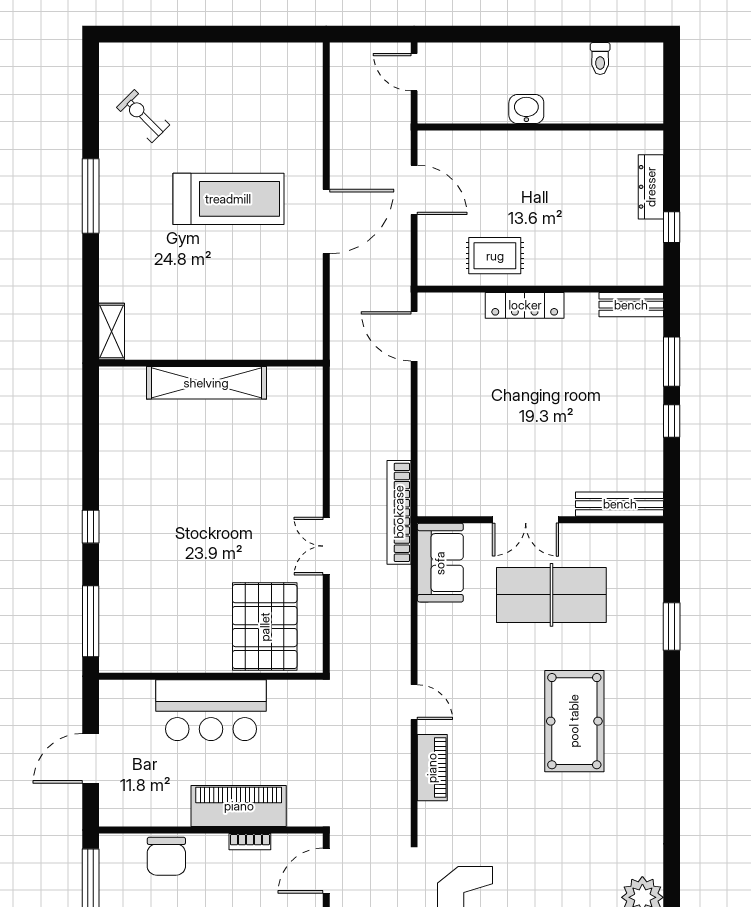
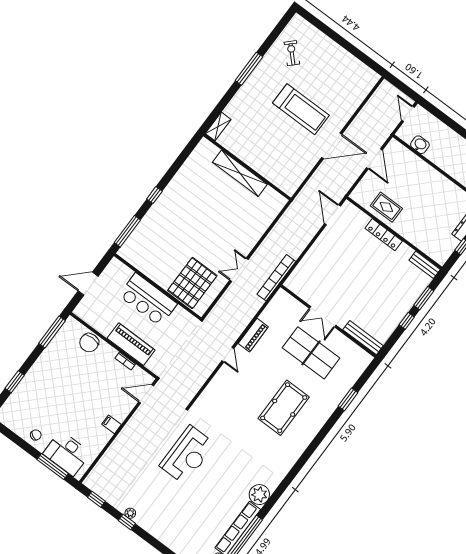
washbasin: (526, 109) -> (420, 145), moved
sofa: (440, 563) -> (278, 309), removed
piano: (432, 768) -> (253, 335), moved

